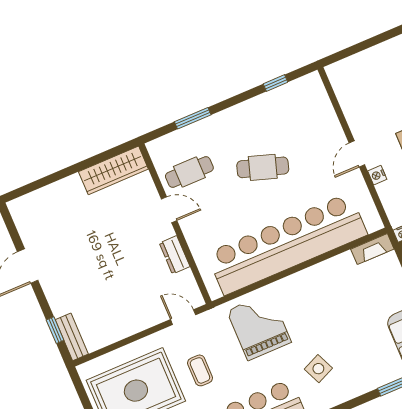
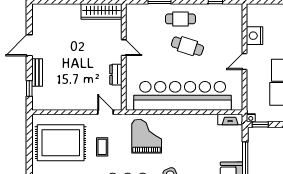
cafe table: (189, 172) -> (180, 19), moved
nightstand: (377, 175) -> (255, 36), moved, width x1.89, depth x1.79
bench: (72, 337) -> (37, 72), moved

